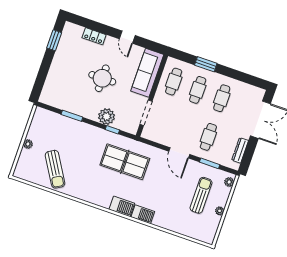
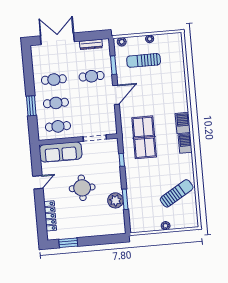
locker: (94, 36) -> (50, 216), width x1.53
plant: (107, 116) -> (115, 200), moved
barbecue: (143, 214) -> (185, 143), moved

